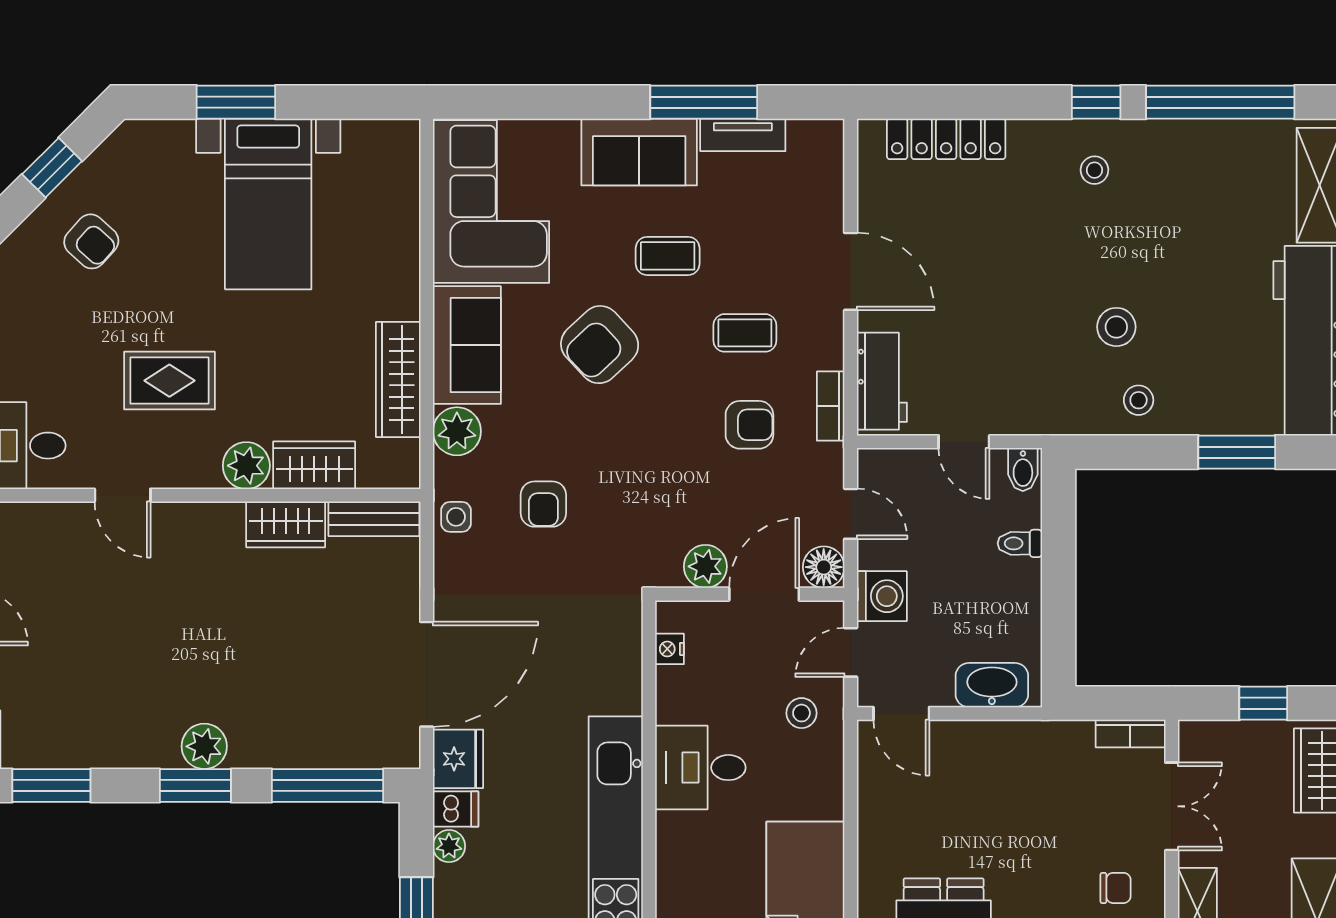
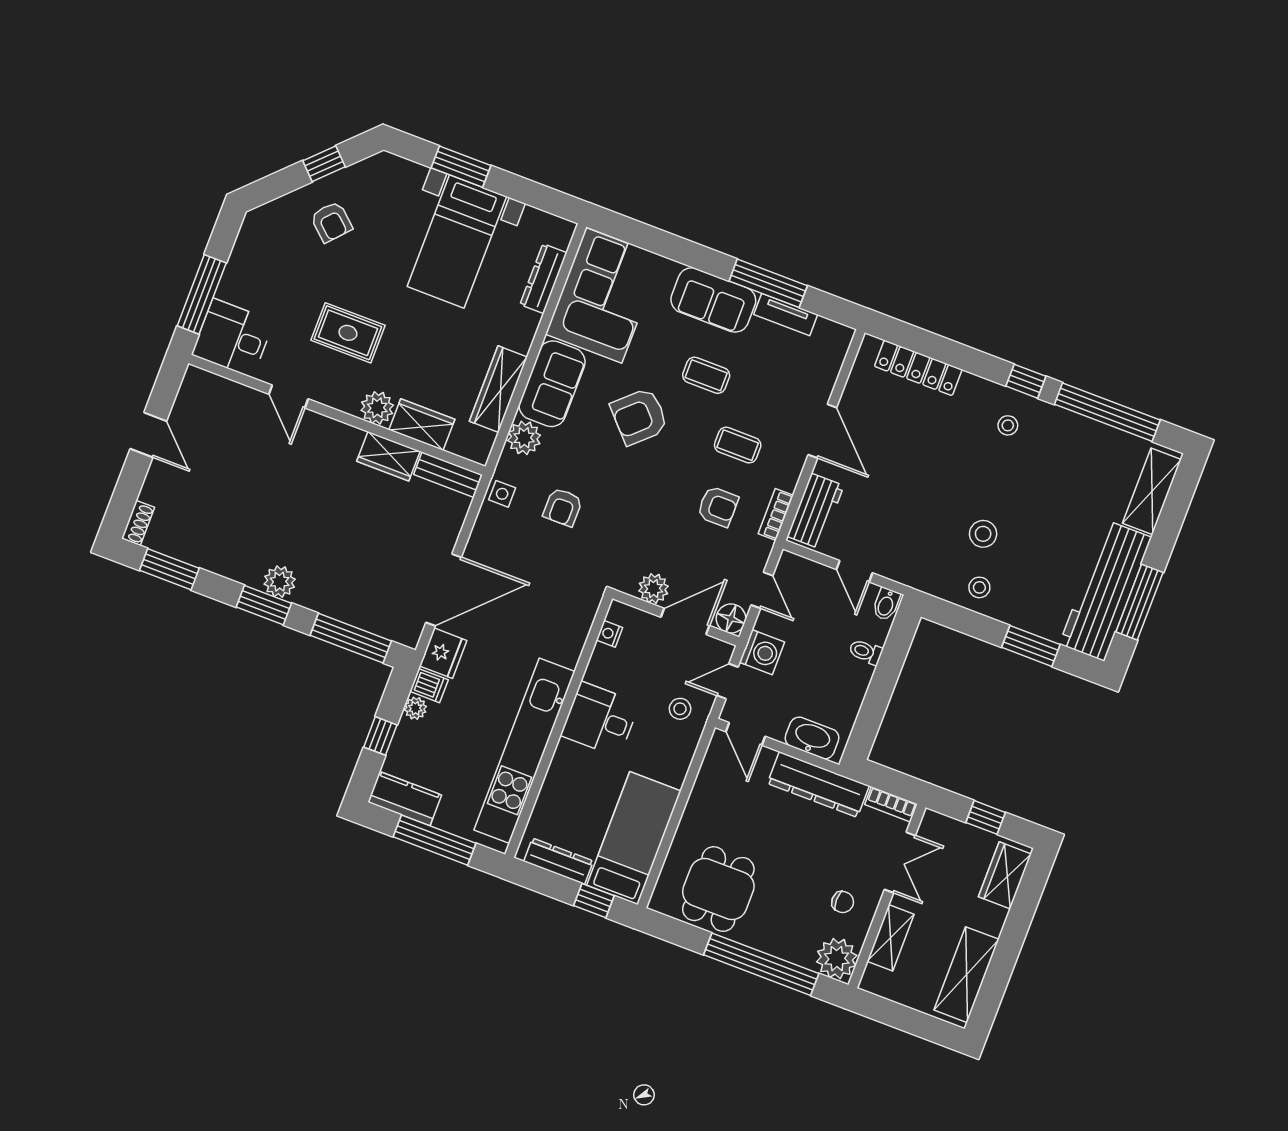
dresser: (402, 210) -> (543, 279), added
dresser: (1024, 744) -> (818, 785), added

